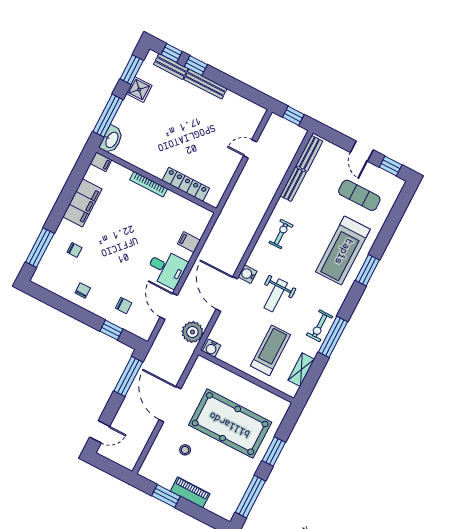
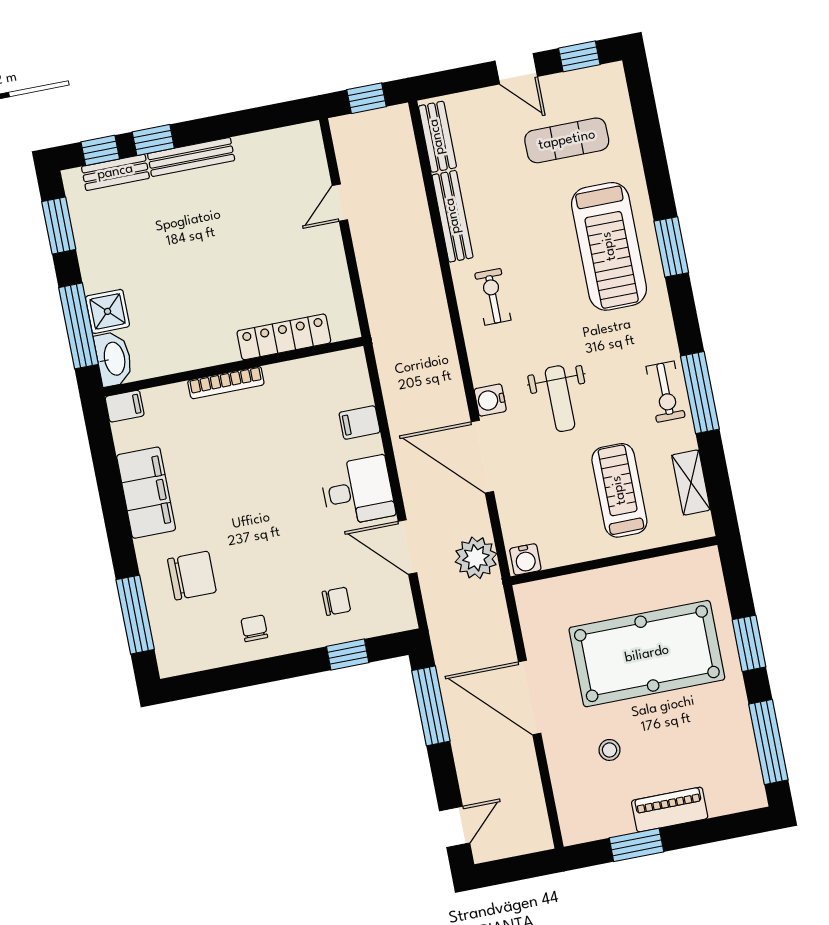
shower: (139, 90) -> (108, 311), moved
bench: (293, 184) -> (453, 216), width x1.36
chair: (75, 250) -> (192, 576), width x1.87, depth x1.87

